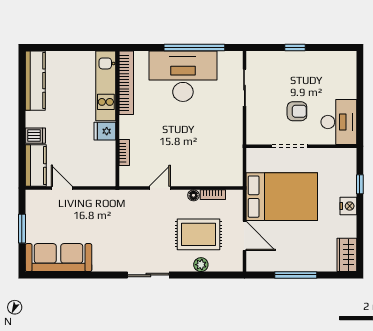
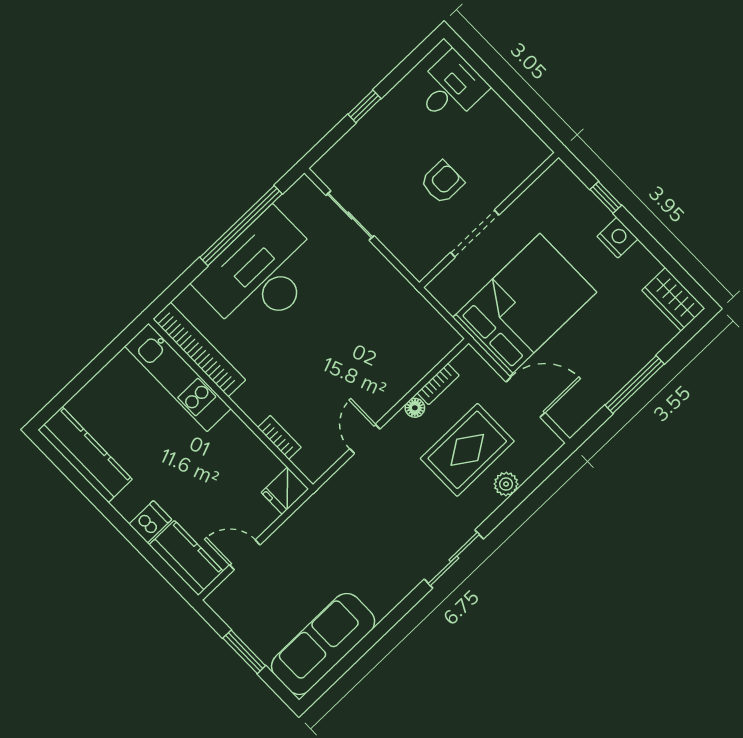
desk: (339, 122) -> (451, 88), moved, width x0.73
fridge: (105, 131) -> (285, 491), moved

